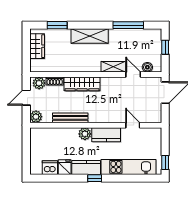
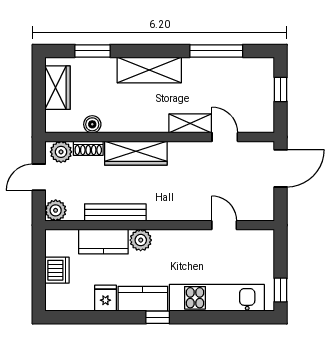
boiler: (147, 67) -> (92, 124), moved
kitchen counter: (106, 135) -> (103, 242), moved
dishwasher: (50, 168) -> (57, 270), moved, turned 90

